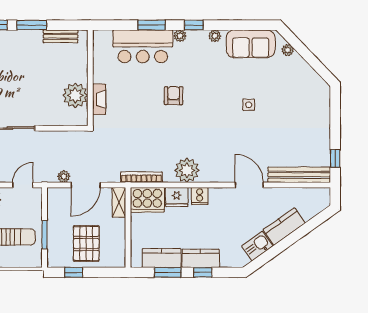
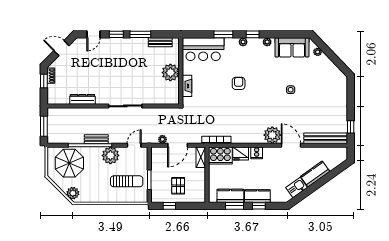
bar counter: (143, 46) -> (203, 49), moved
plant: (75, 95) -> (170, 73), moved
plant: (187, 170) -> (272, 135), moved
pallet: (86, 243) -> (178, 186), width x0.67, depth x0.71

